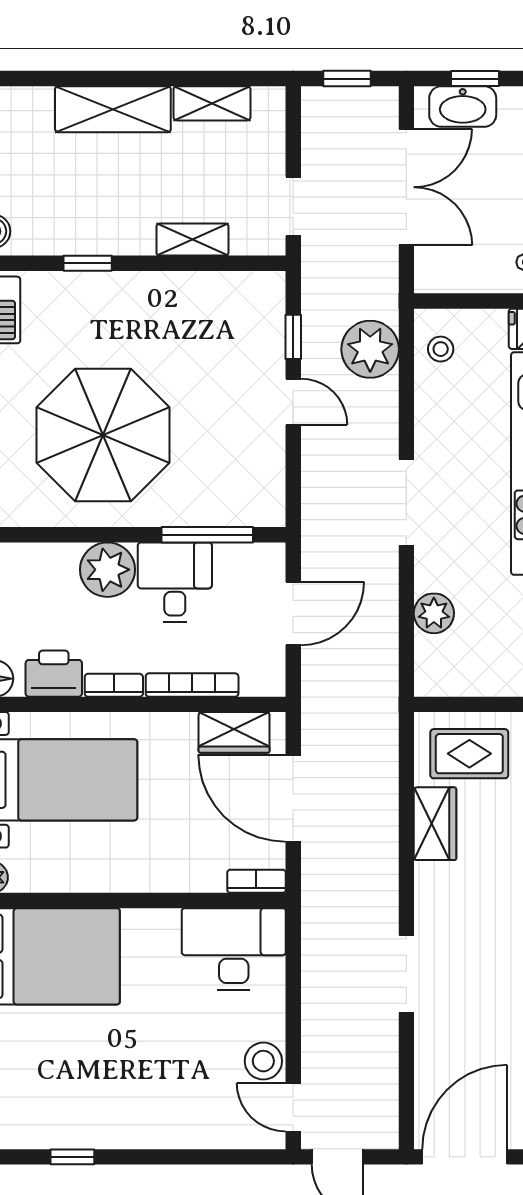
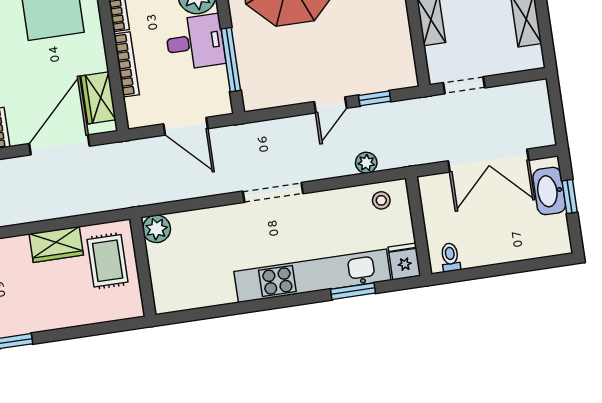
window: (347, 79) -> (557, 109), removed
plant: (370, 349) -> (366, 163), width x0.53, depth x0.53
plant: (434, 613) -> (157, 229), moved

